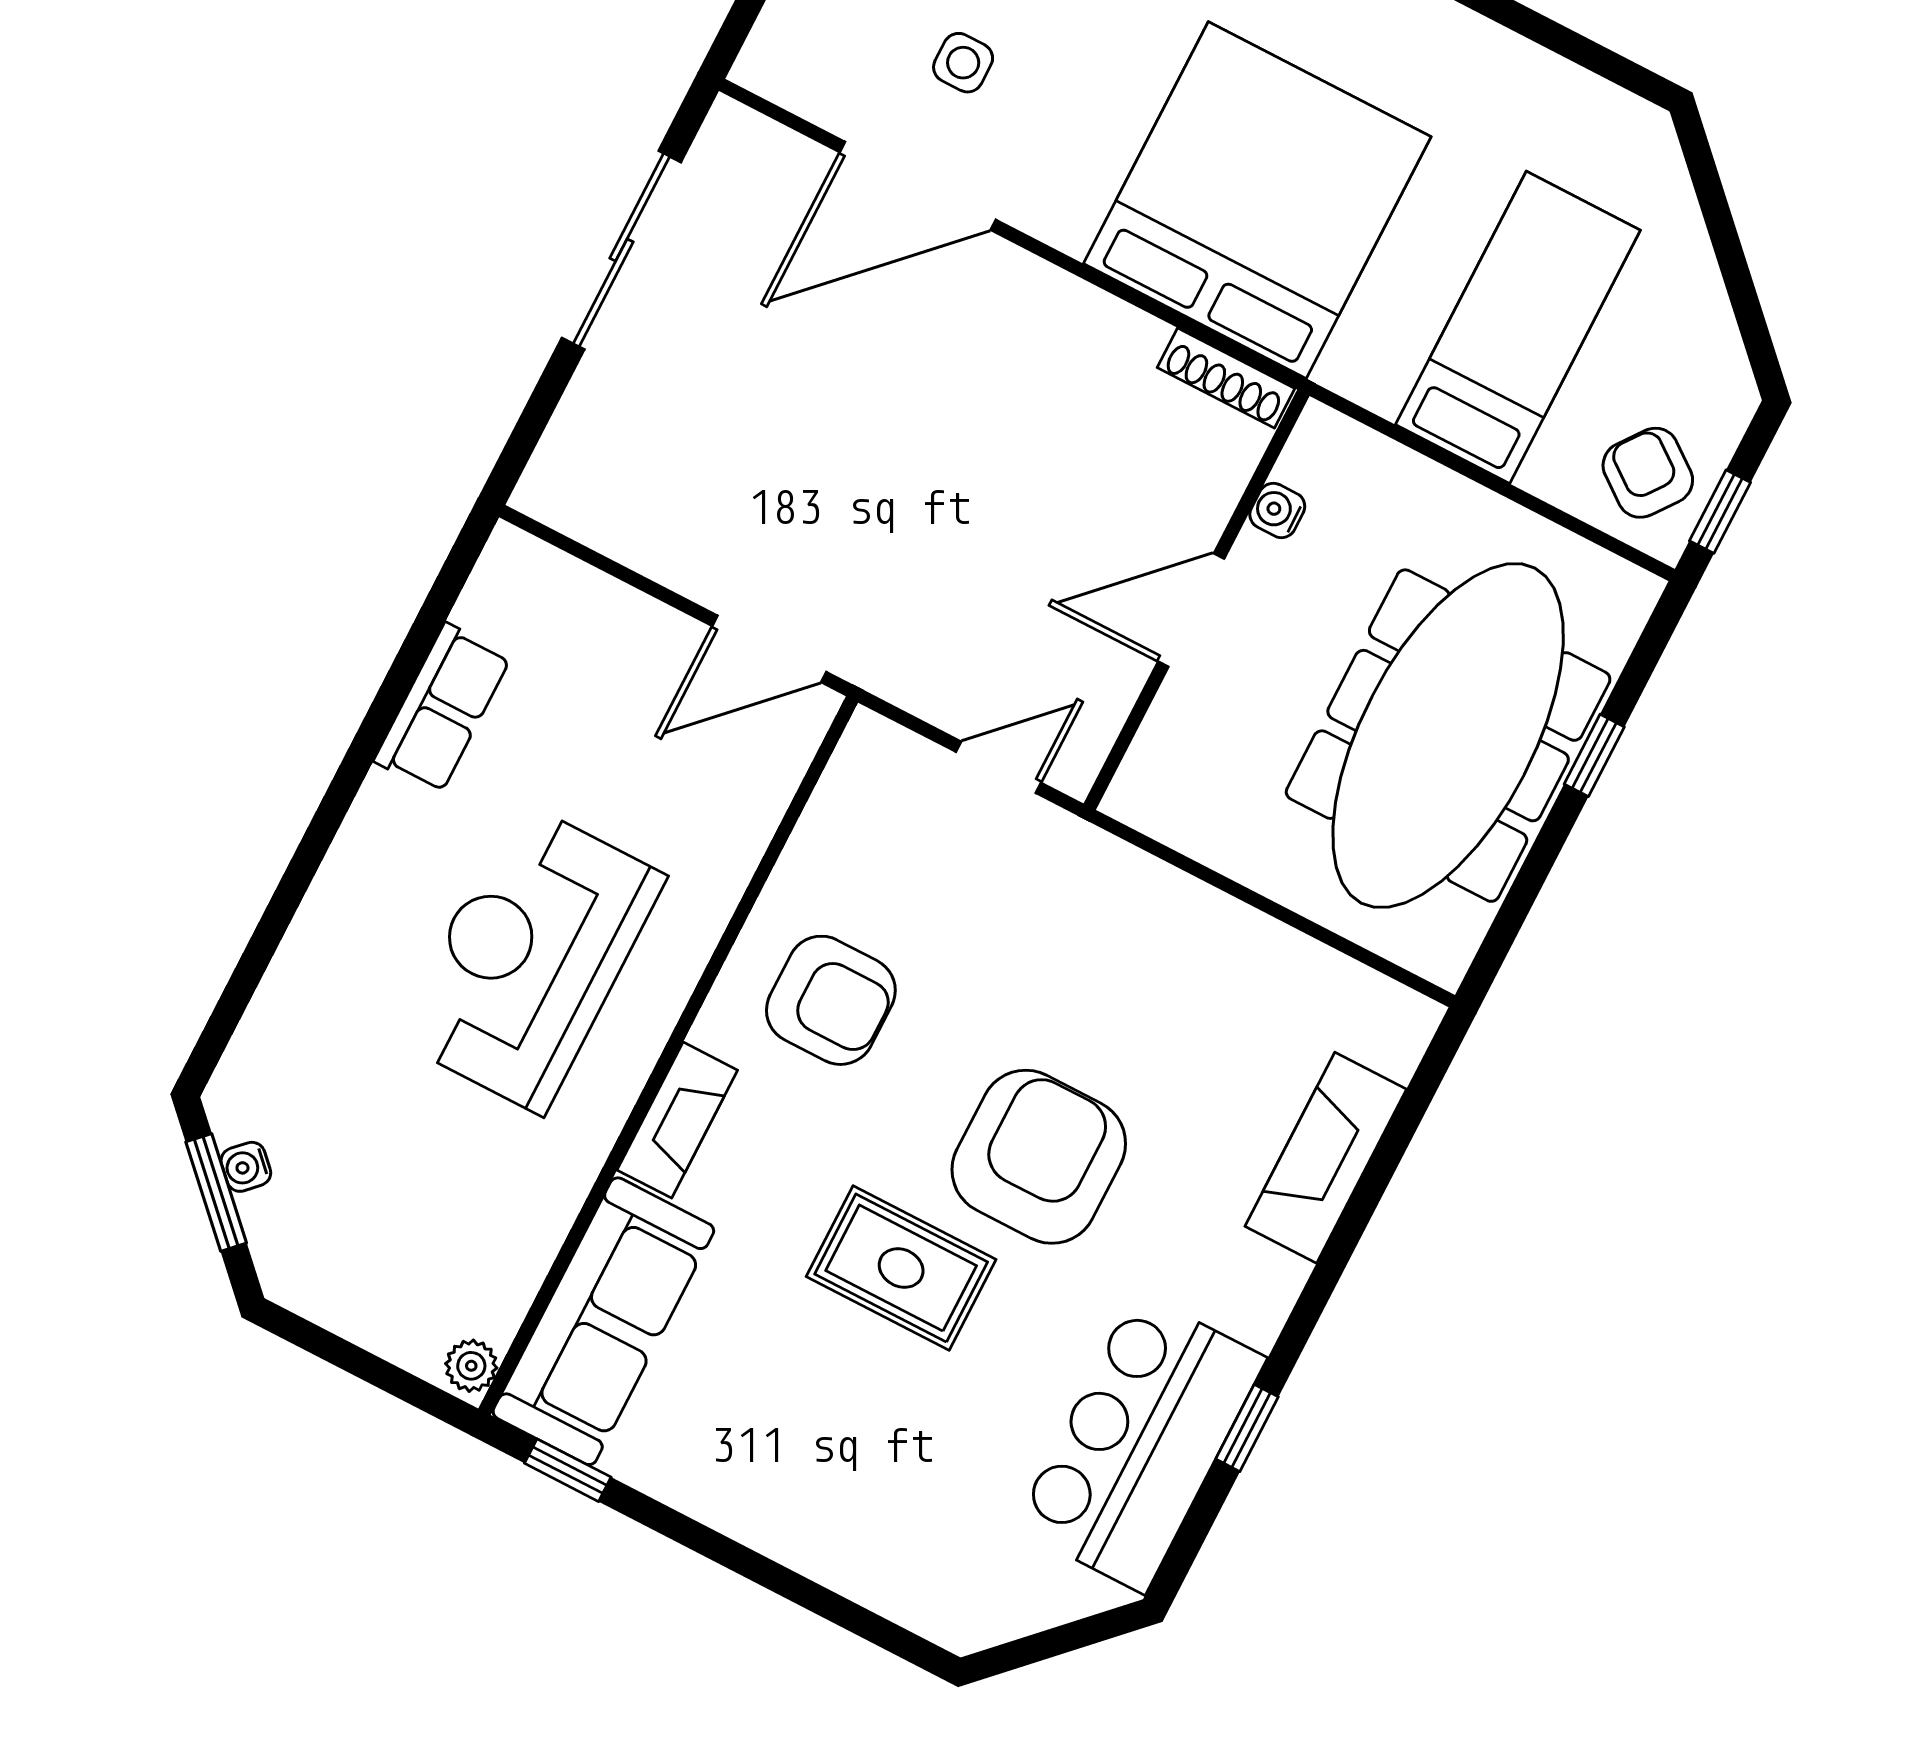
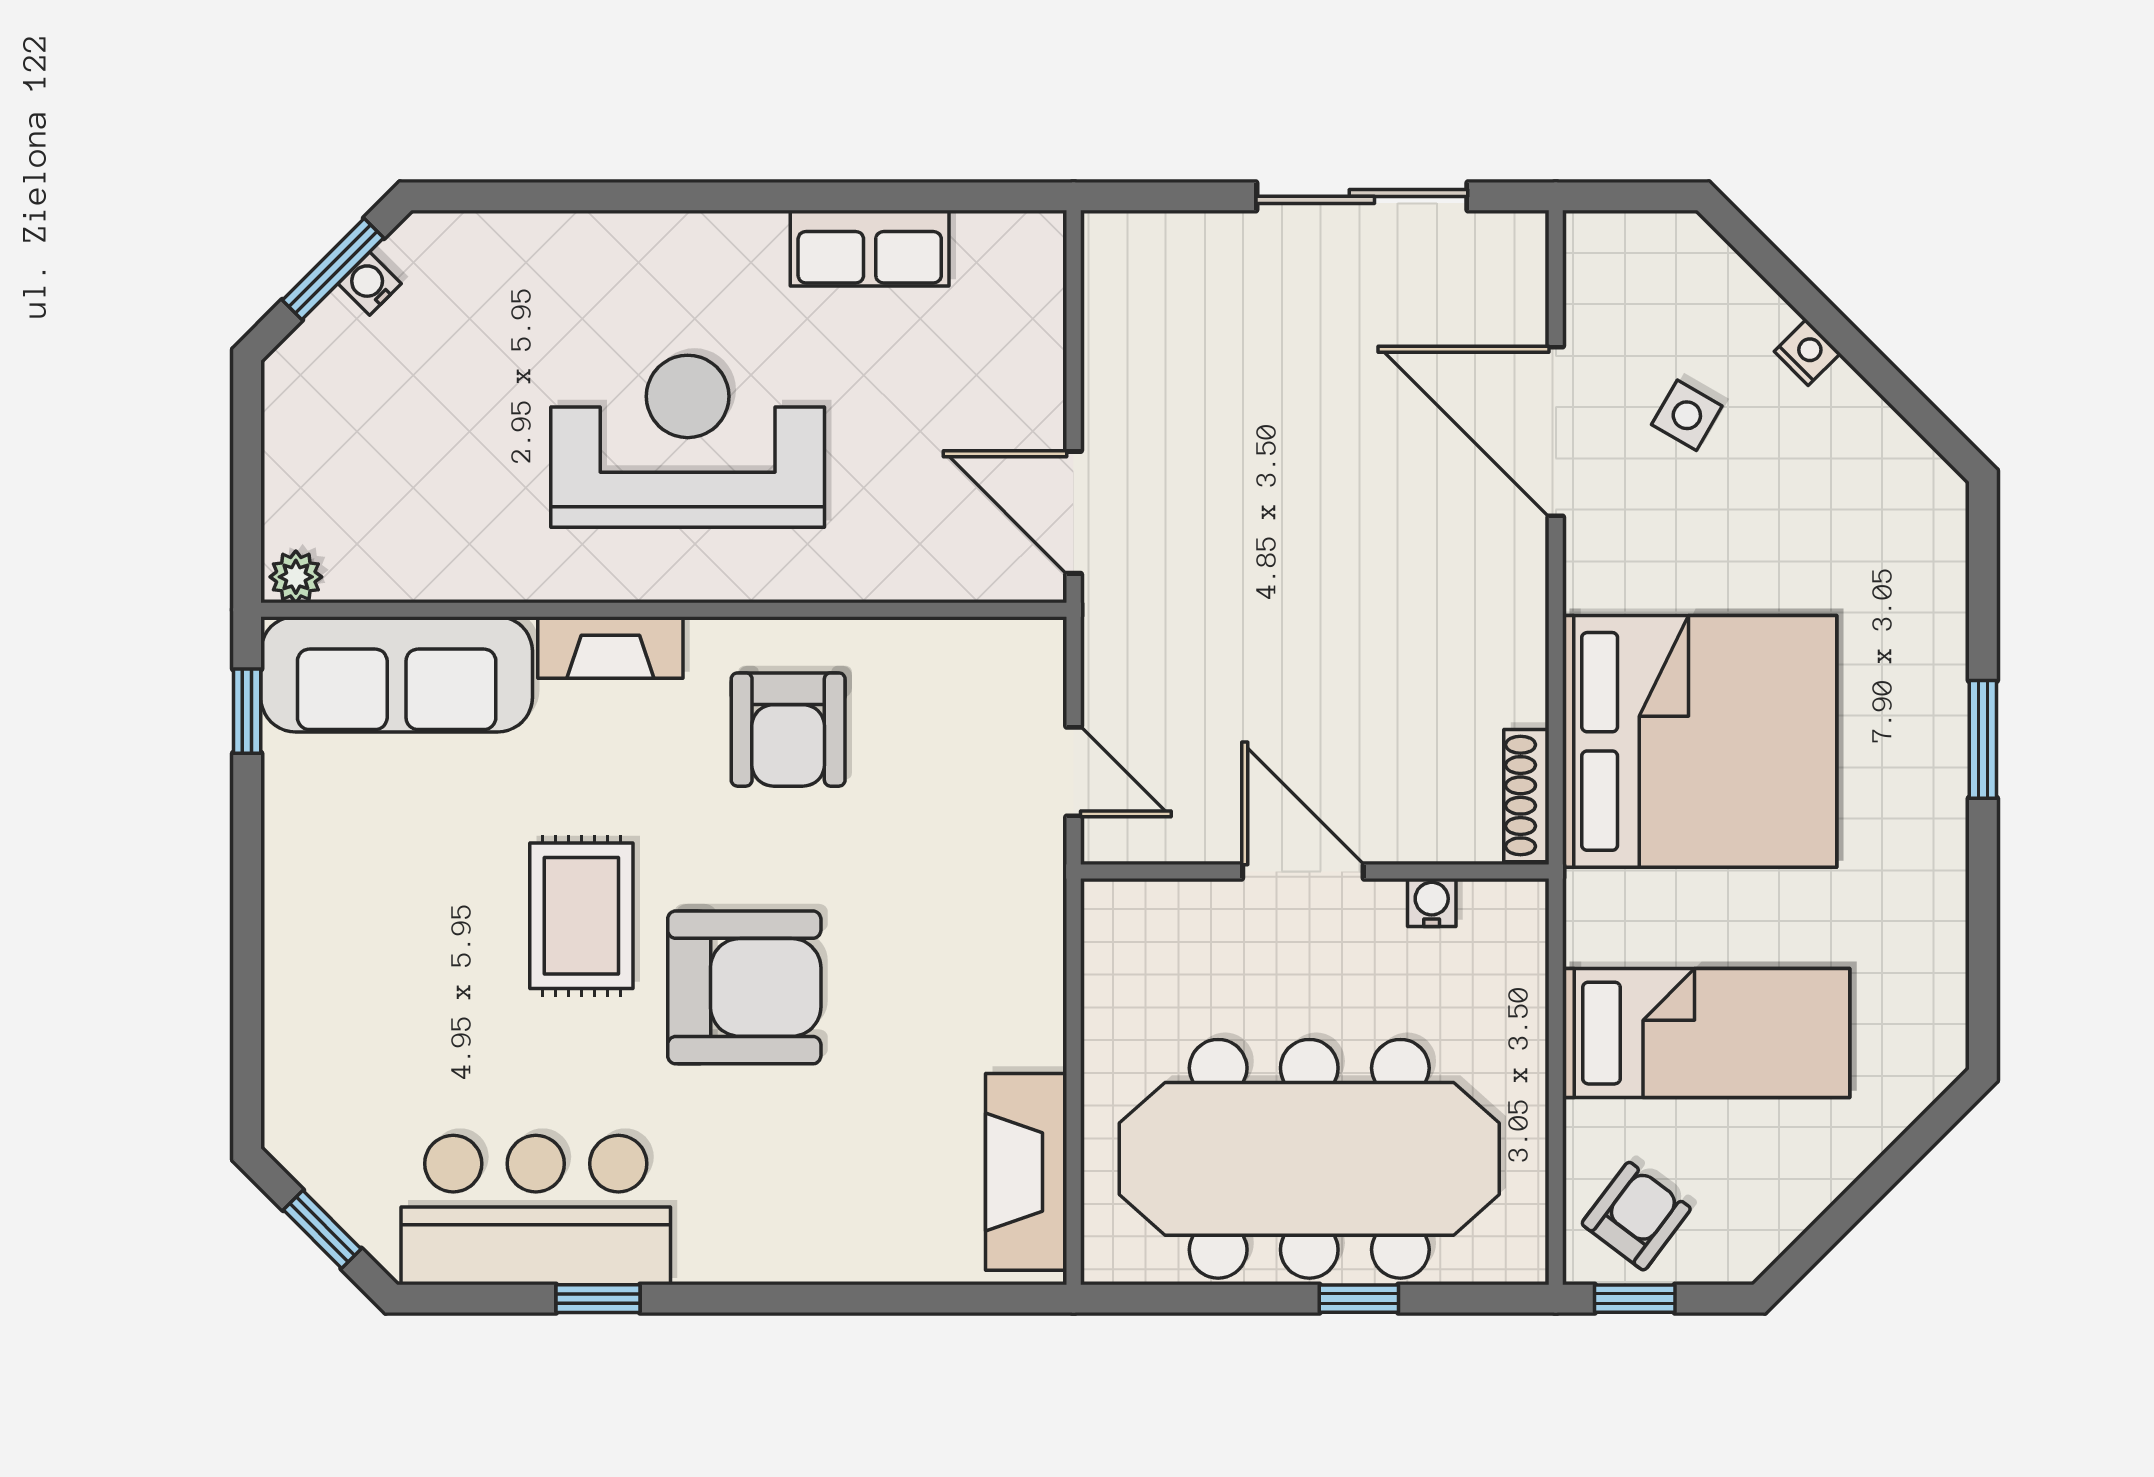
side table: (963, 63) -> (1687, 415), turned 30
fireplace: (1326, 1158) -> (1026, 1172), moved, turned -90
window: (1060, 1640) -> (322, 1229), added

